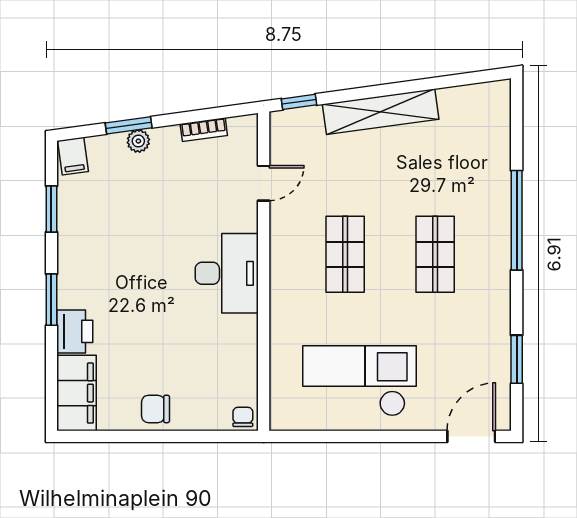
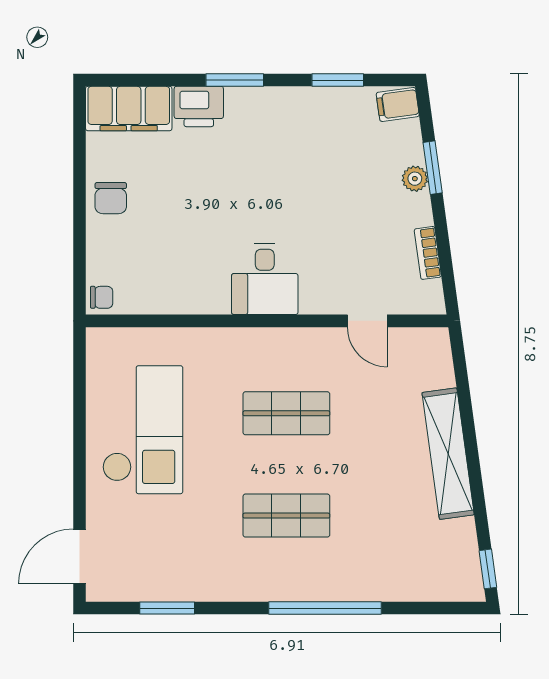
window: (299, 102) -> (488, 569), moved
desk: (227, 273) -> (265, 279), width x0.73
chair: (156, 409) -> (111, 198), turned 180
door: (471, 436) -> (80, 557), swing flipped

